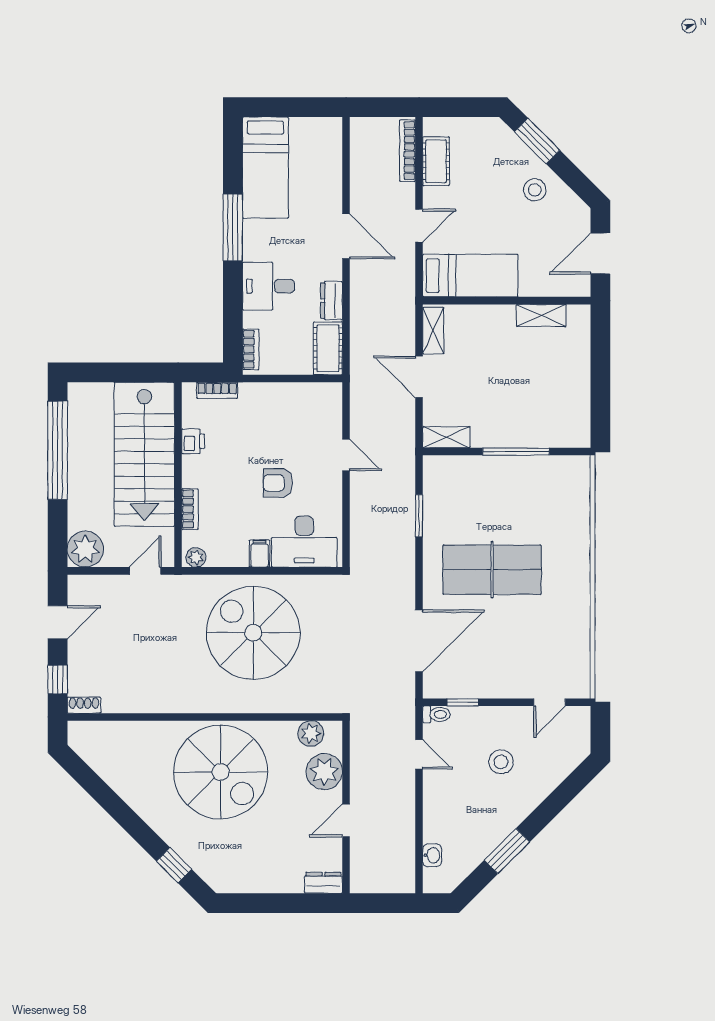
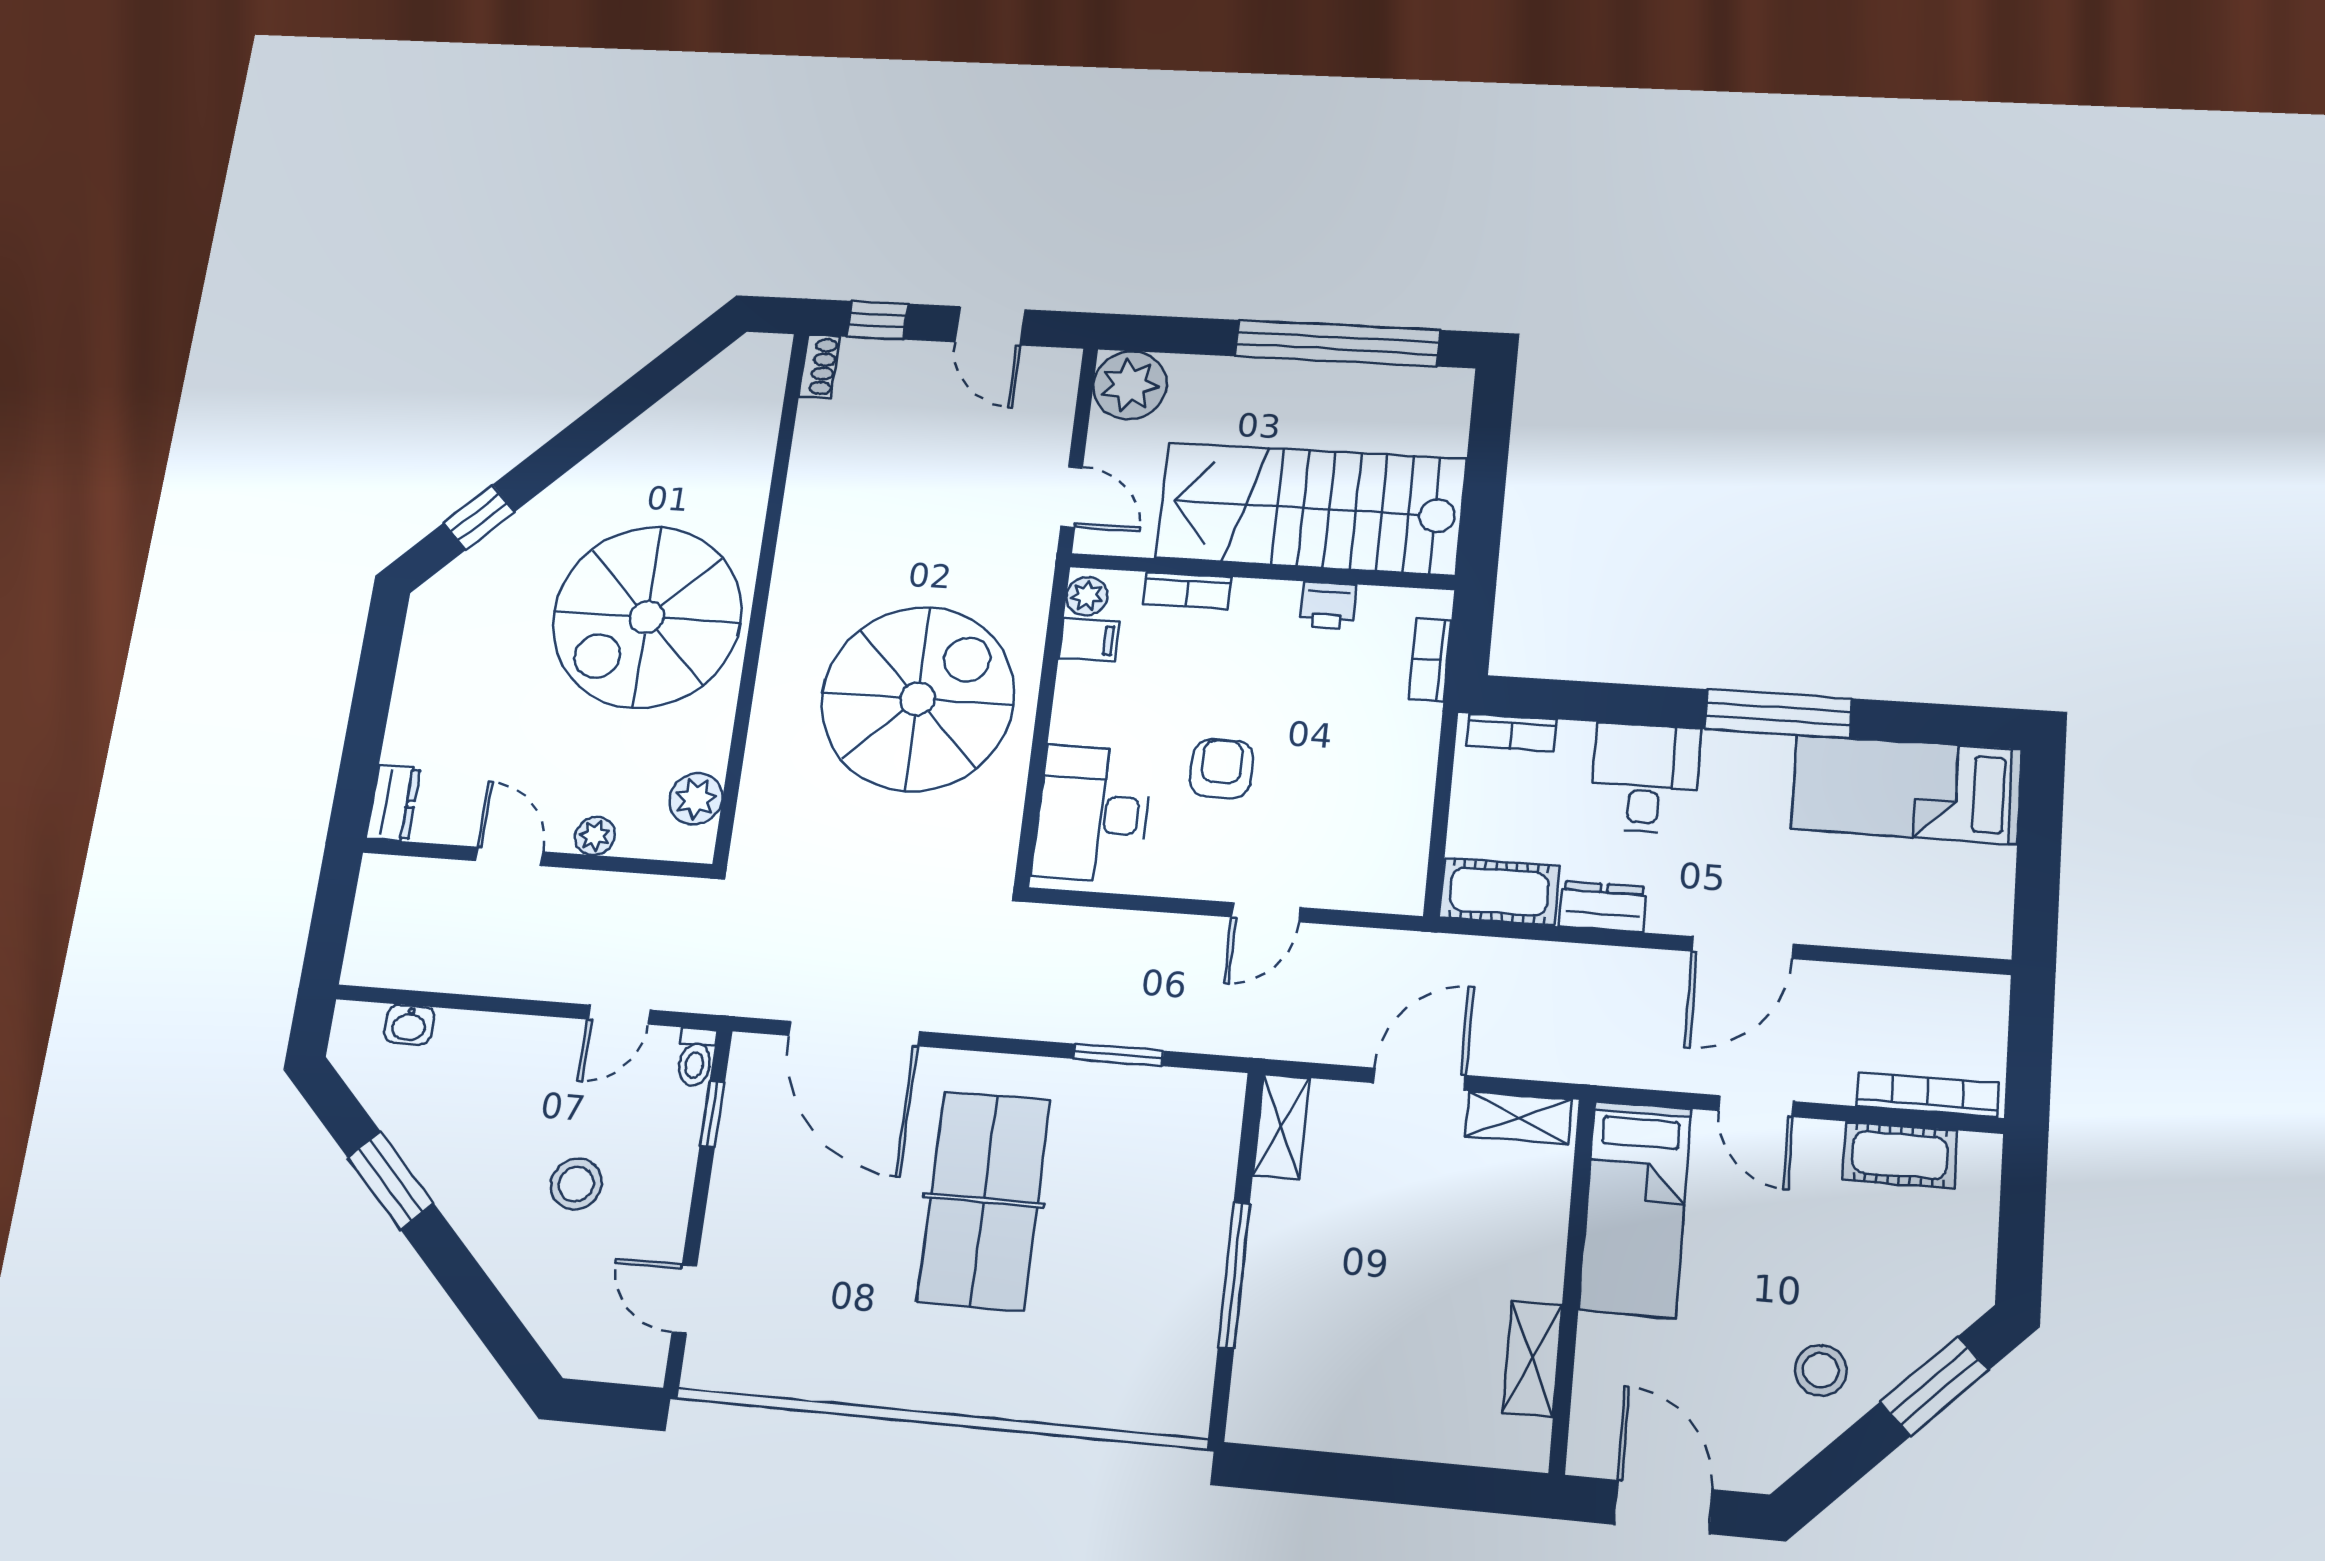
filing cabinet: (259, 554) -> (1089, 640), moved
plant: (324, 772) -> (595, 836), width x0.53, depth x0.53

